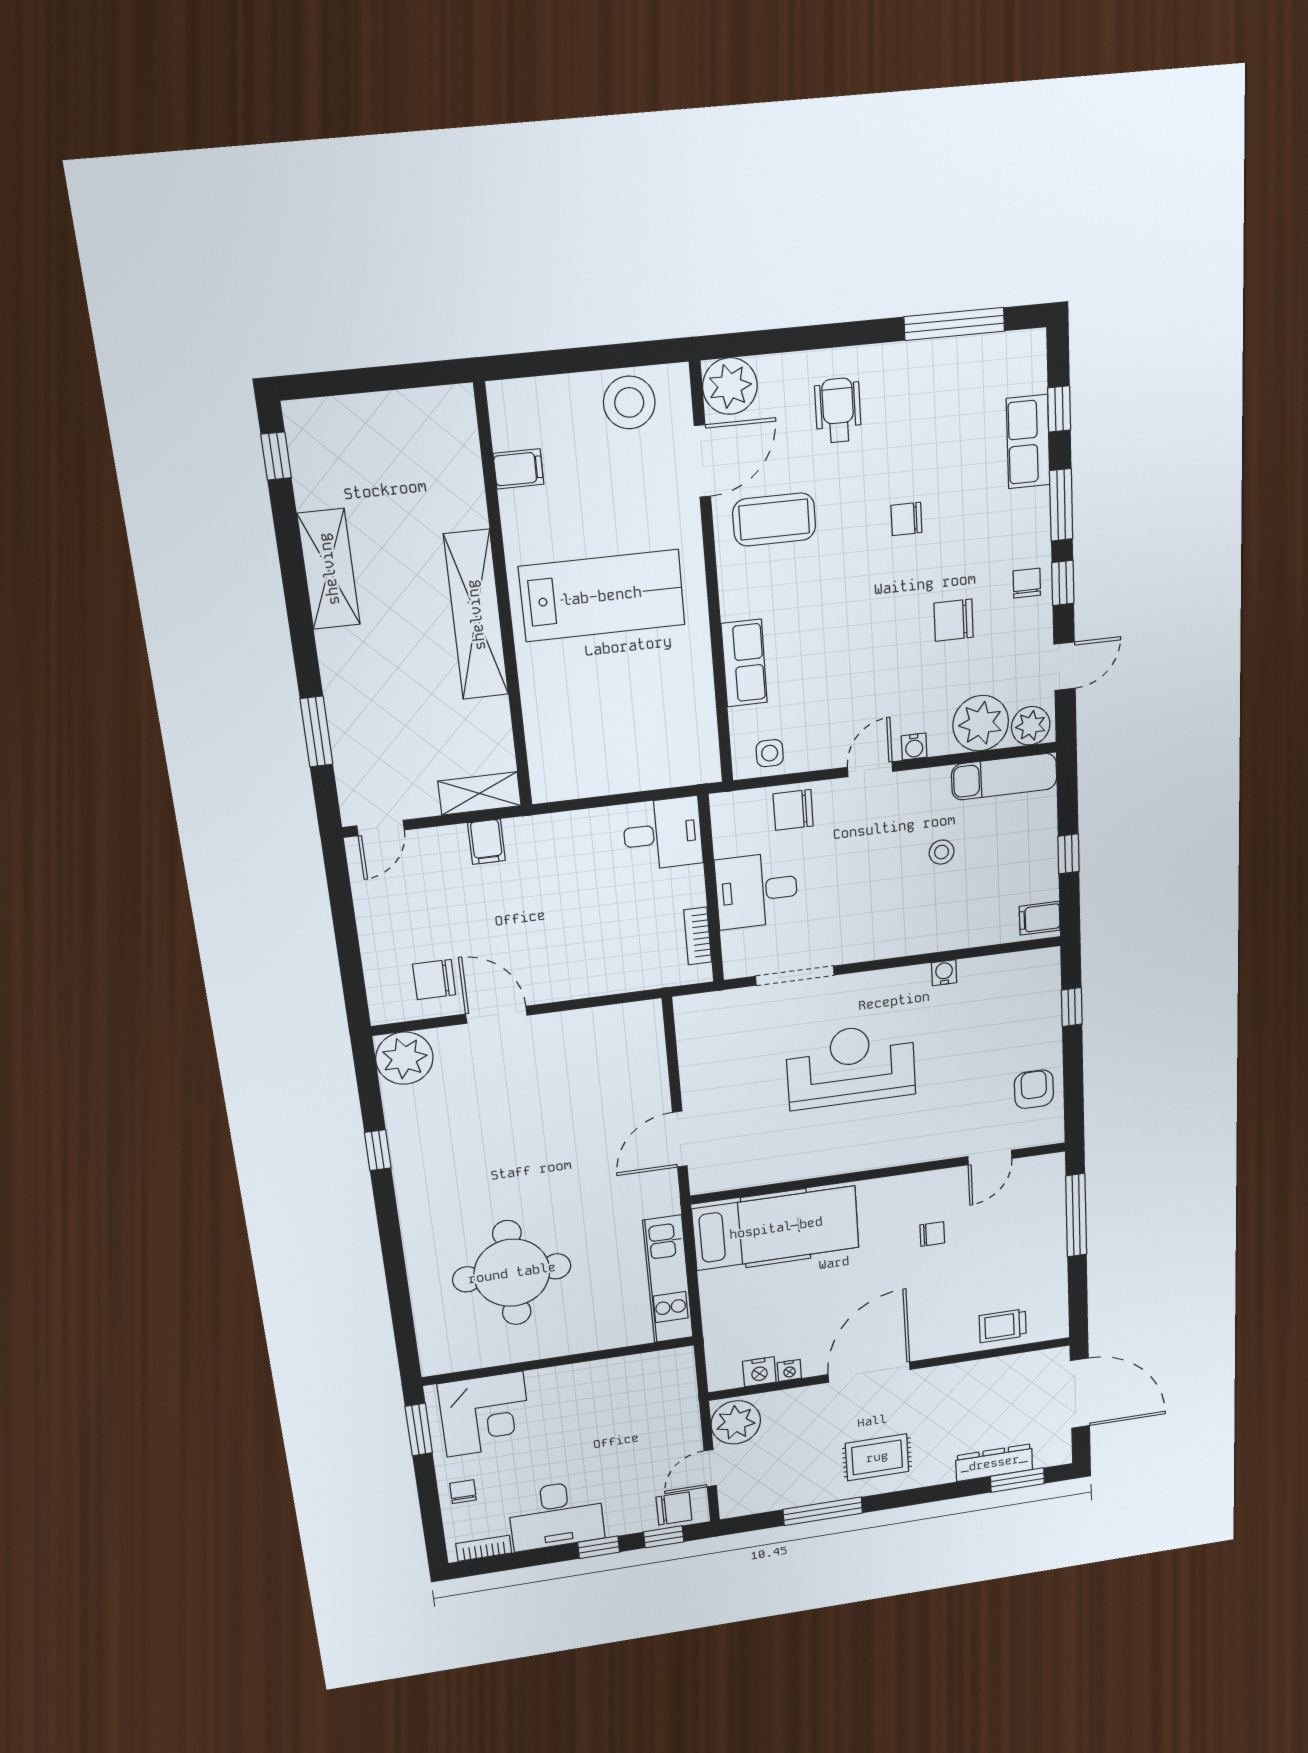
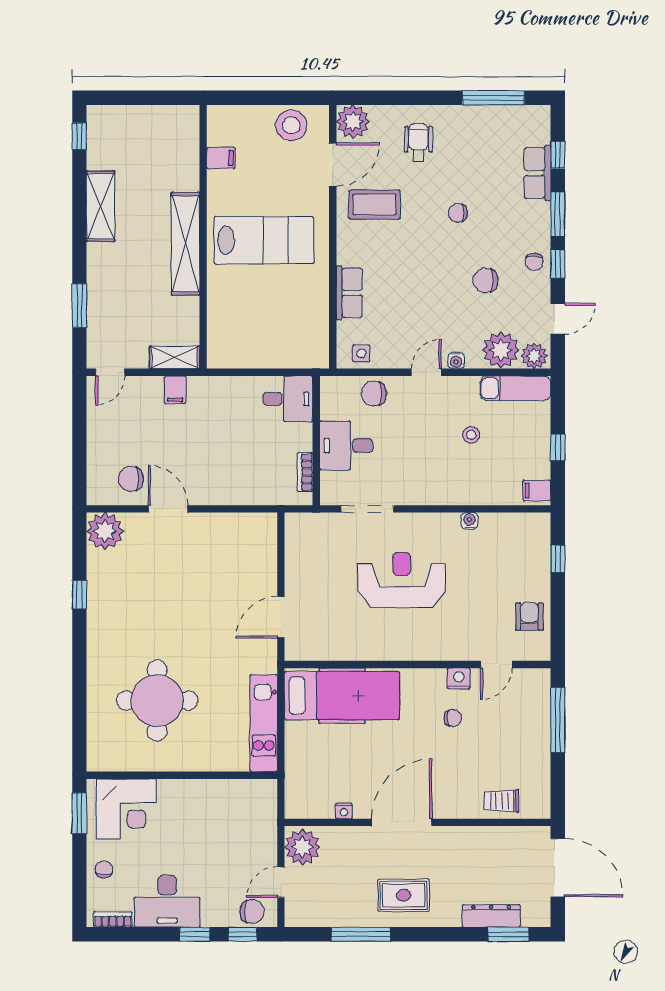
chair: (1027, 583) -> (534, 262), turned 180
nightstand: (759, 1372) -> (459, 679), moved, turned 180

